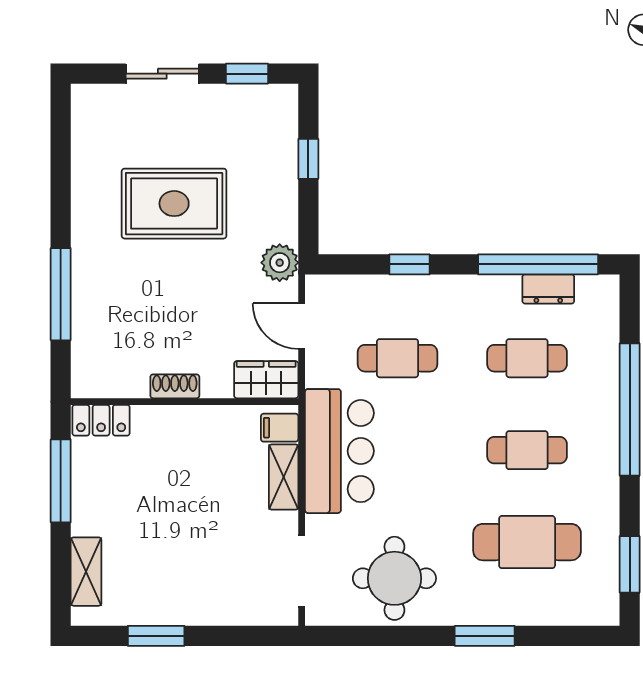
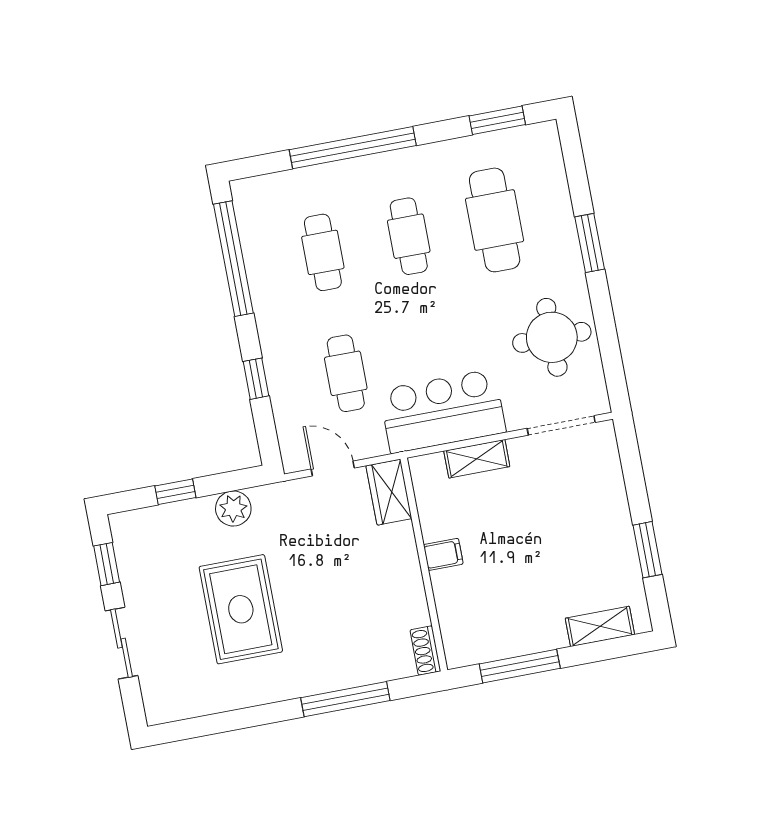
plant: (280, 263) -> (233, 508), moved
dresser: (548, 289) -> (255, 245), removed
door: (302, 326) -> (333, 468), swing flipped
shoe rack: (175, 386) -> (425, 651), moved
locker: (101, 420) -> (456, 639), removed
filing cabinet: (280, 428) -> (443, 554), moved, turned -90

